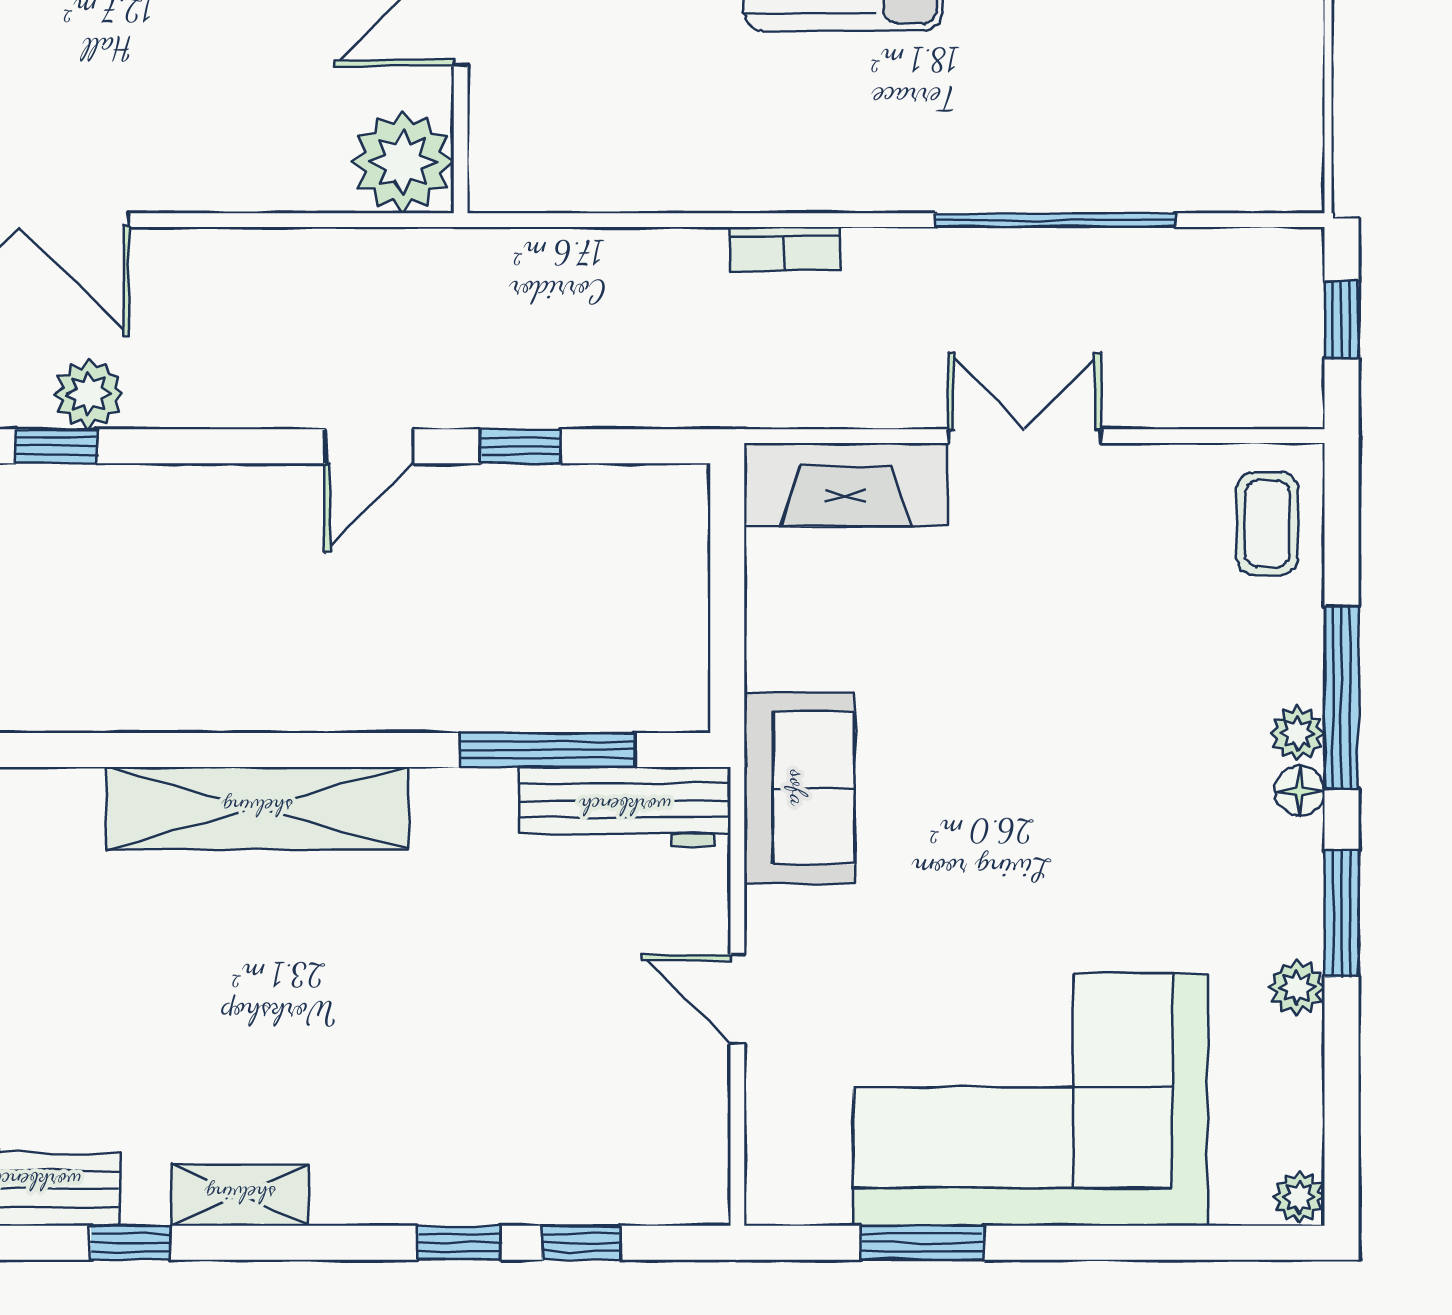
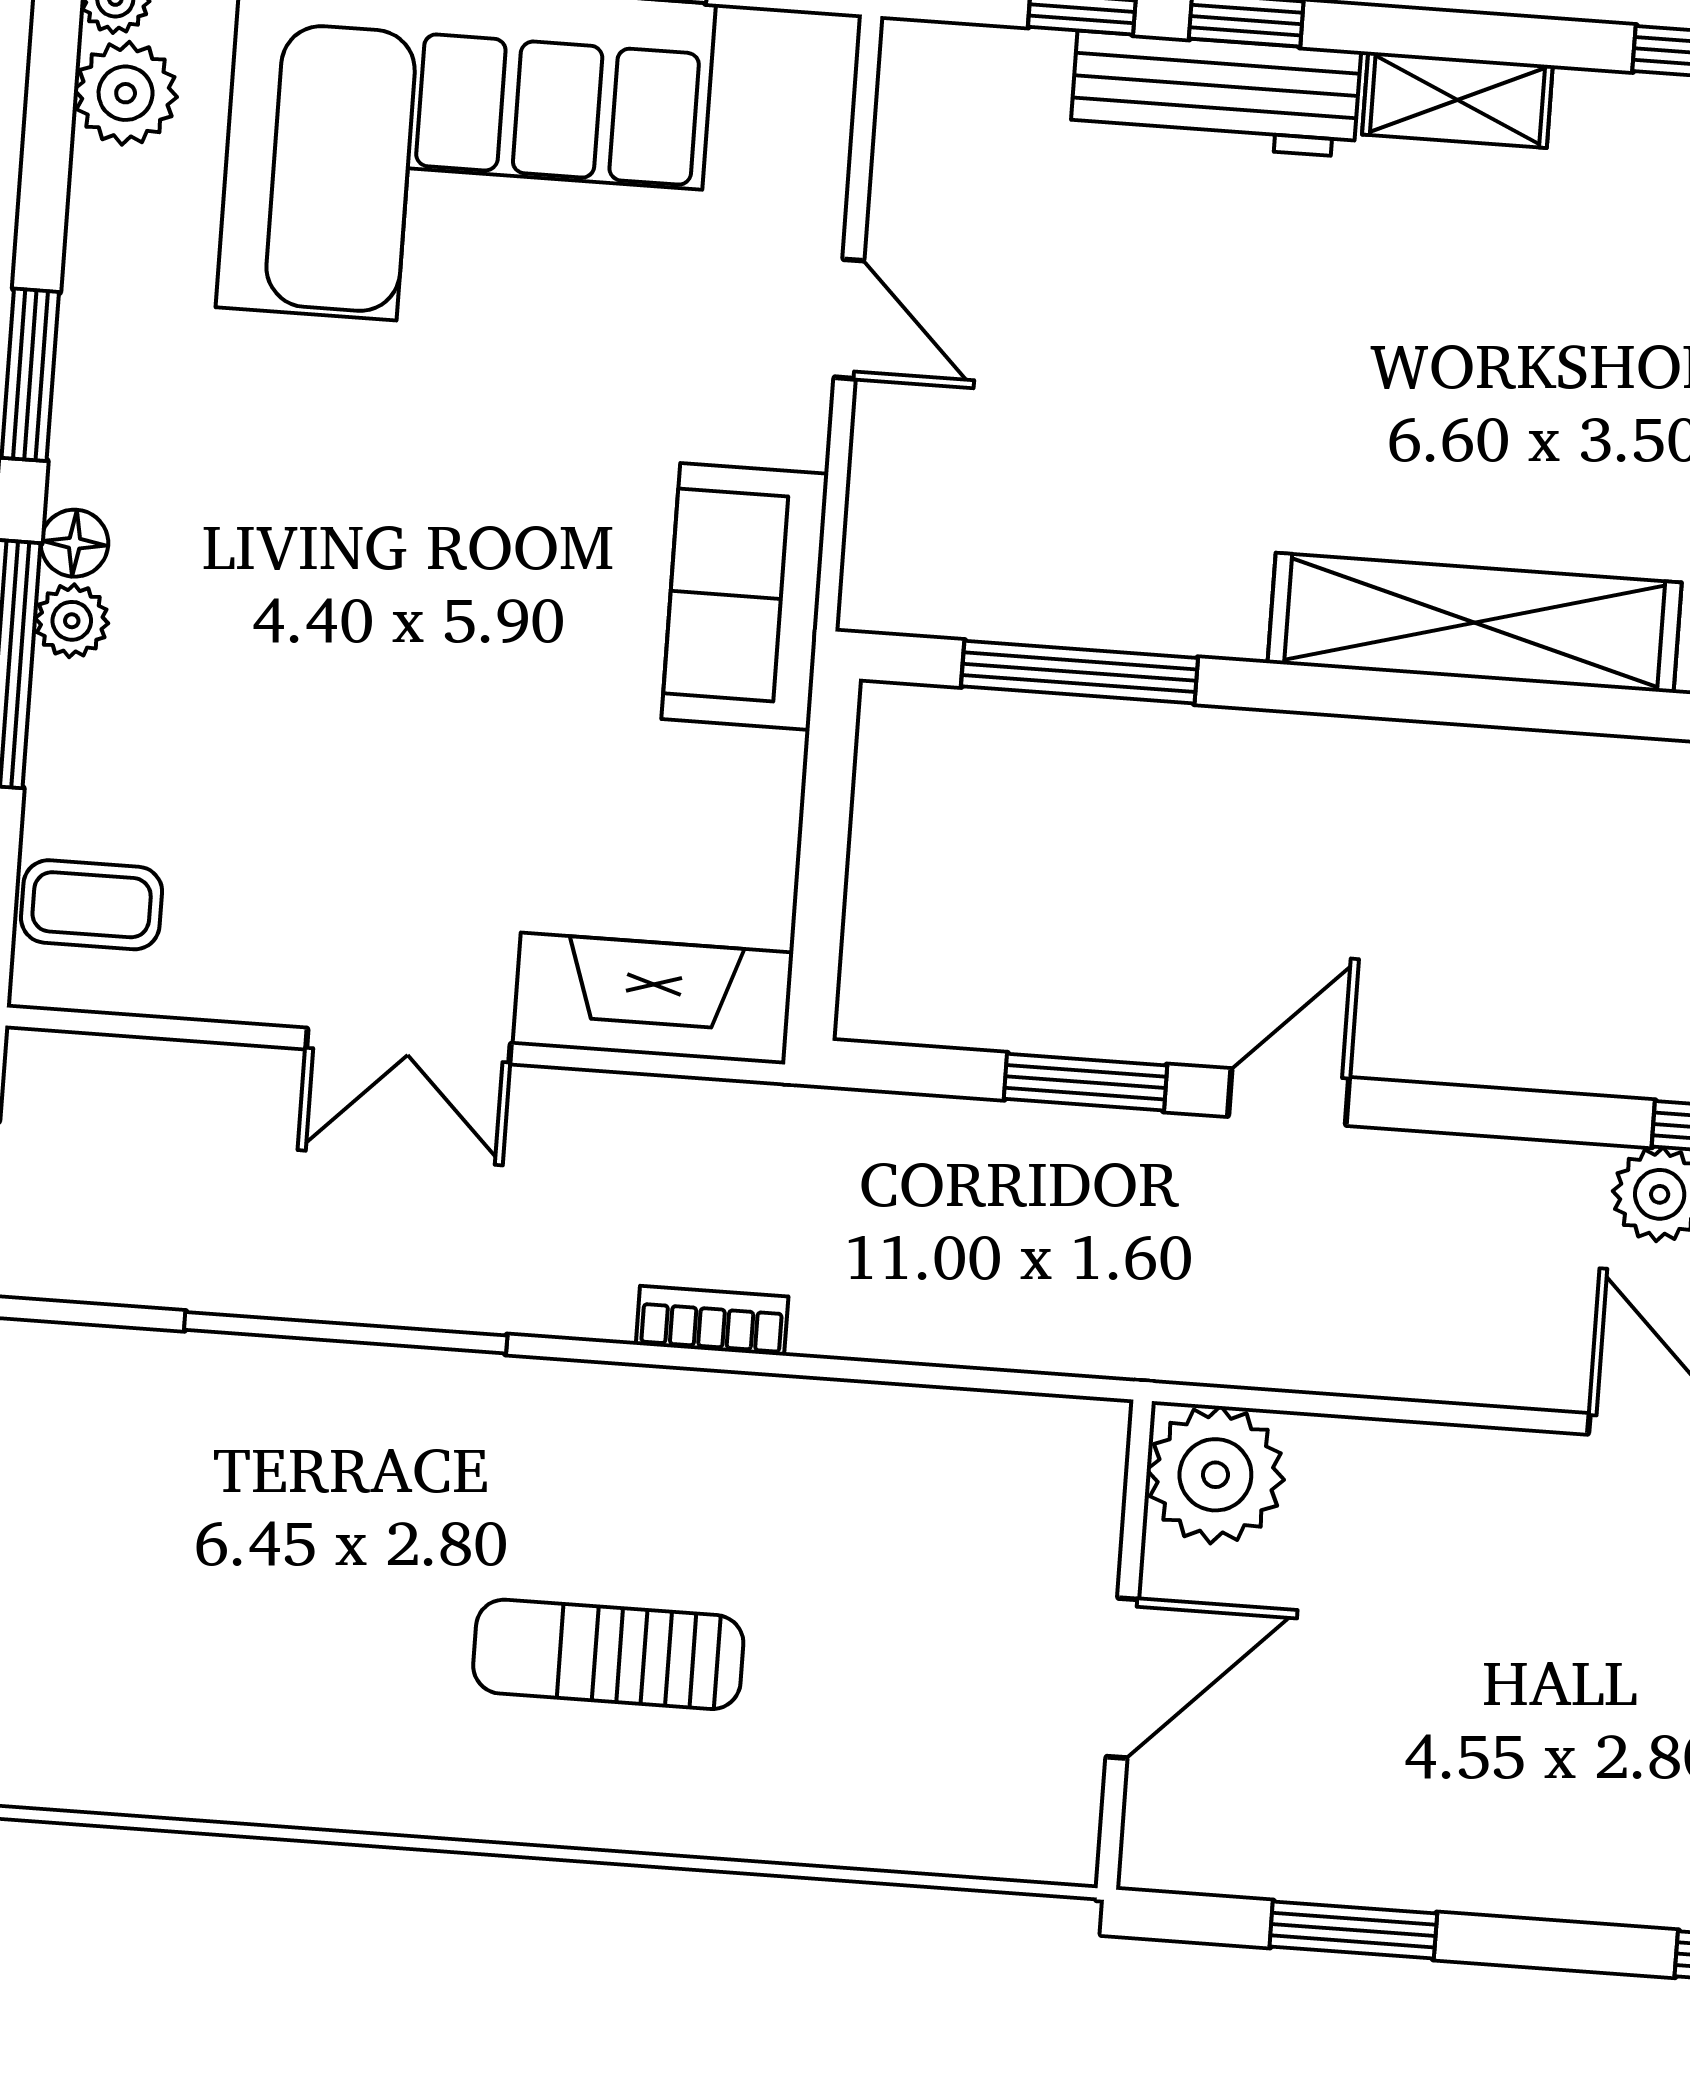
window: (520, 446) -> (1085, 1082), width x1.50
coffee table: (1267, 524) -> (92, 905), turned 90
workbench: (625, 807) -> (1215, 94), moved, turned 180
plant: (1297, 987) -> (126, 93), moved, width x1.38, depth x1.38
shelving: (240, 1195) -> (1457, 100), moved

